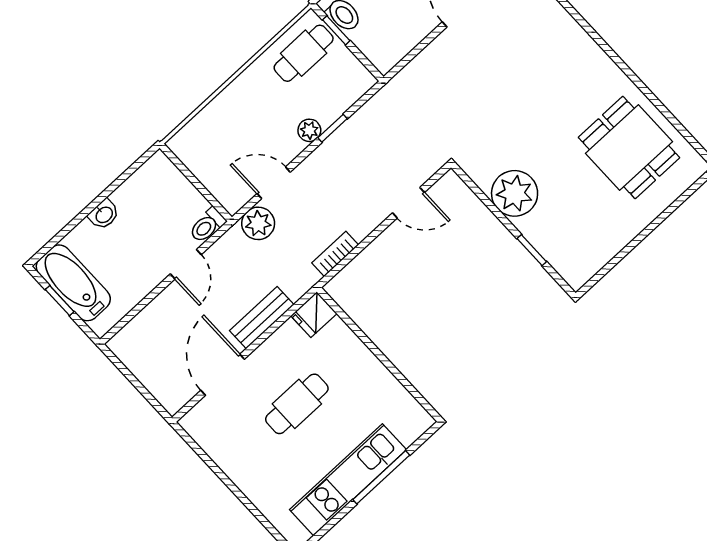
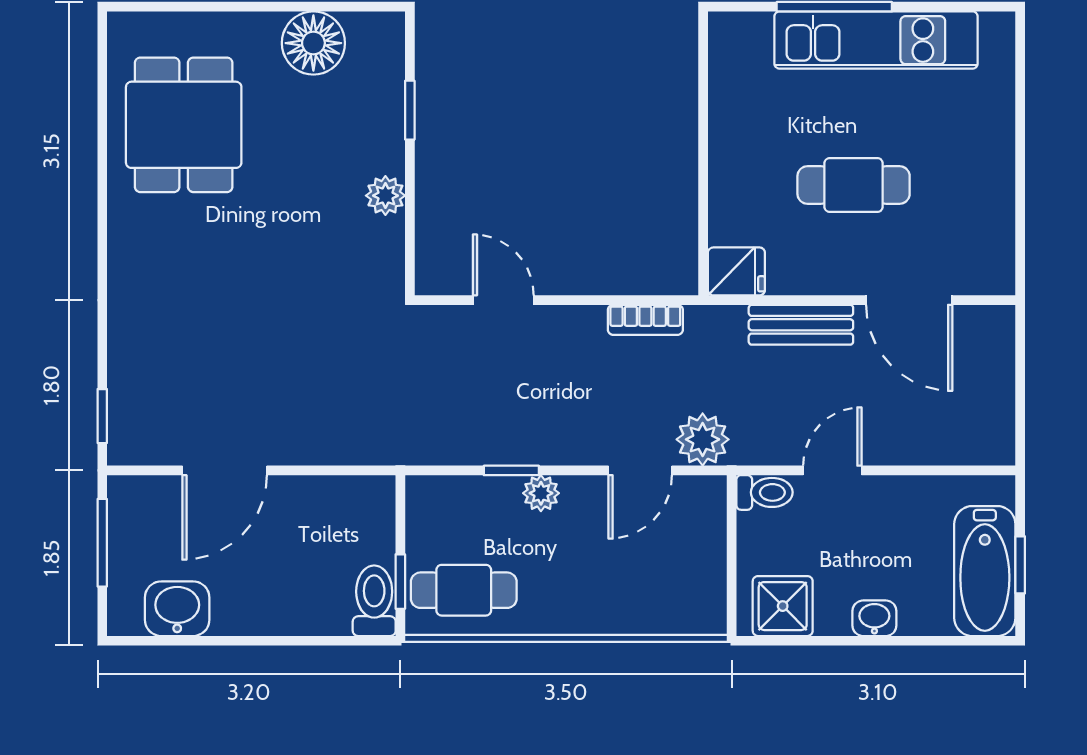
shower: (151, 181) -> (783, 606), added
door: (274, 183) -> (640, 470), hinge flipped
plant: (515, 193) -> (385, 196), width x0.53, depth x0.53
floor lamp: (604, 240) -> (313, 43), added
door: (223, 375) -> (909, 300), hinge flipped

